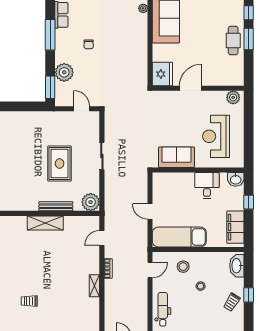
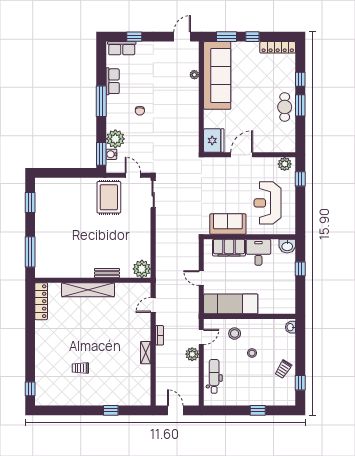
water cooler: (60, 88) -> (111, 154), added
window: (249, 112) -> (300, 179), added
sliding door: (102, 156) -> (153, 194), moved
rug: (60, 163) -> (109, 197), moved
bench: (56, 206) -> (107, 273), width x0.73
shelving: (45, 223) -> (88, 290), width x1.47
filing cabinet: (235, 227) -> (229, 248), moved, turned -90
washbasin: (237, 266) -> (291, 327), width x0.52, depth x0.69
plant: (141, 287) -> (192, 354), added
window: (249, 295) -> (300, 383), moved

